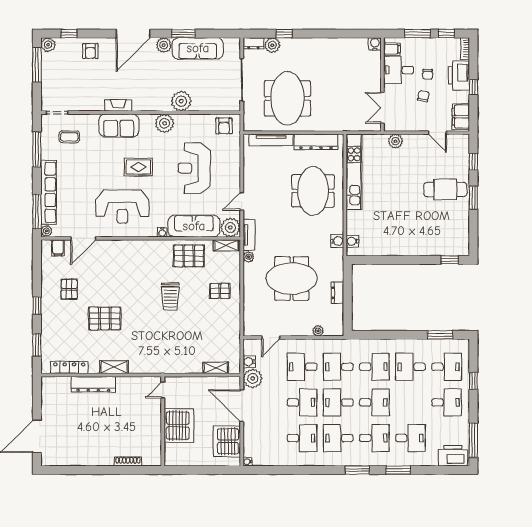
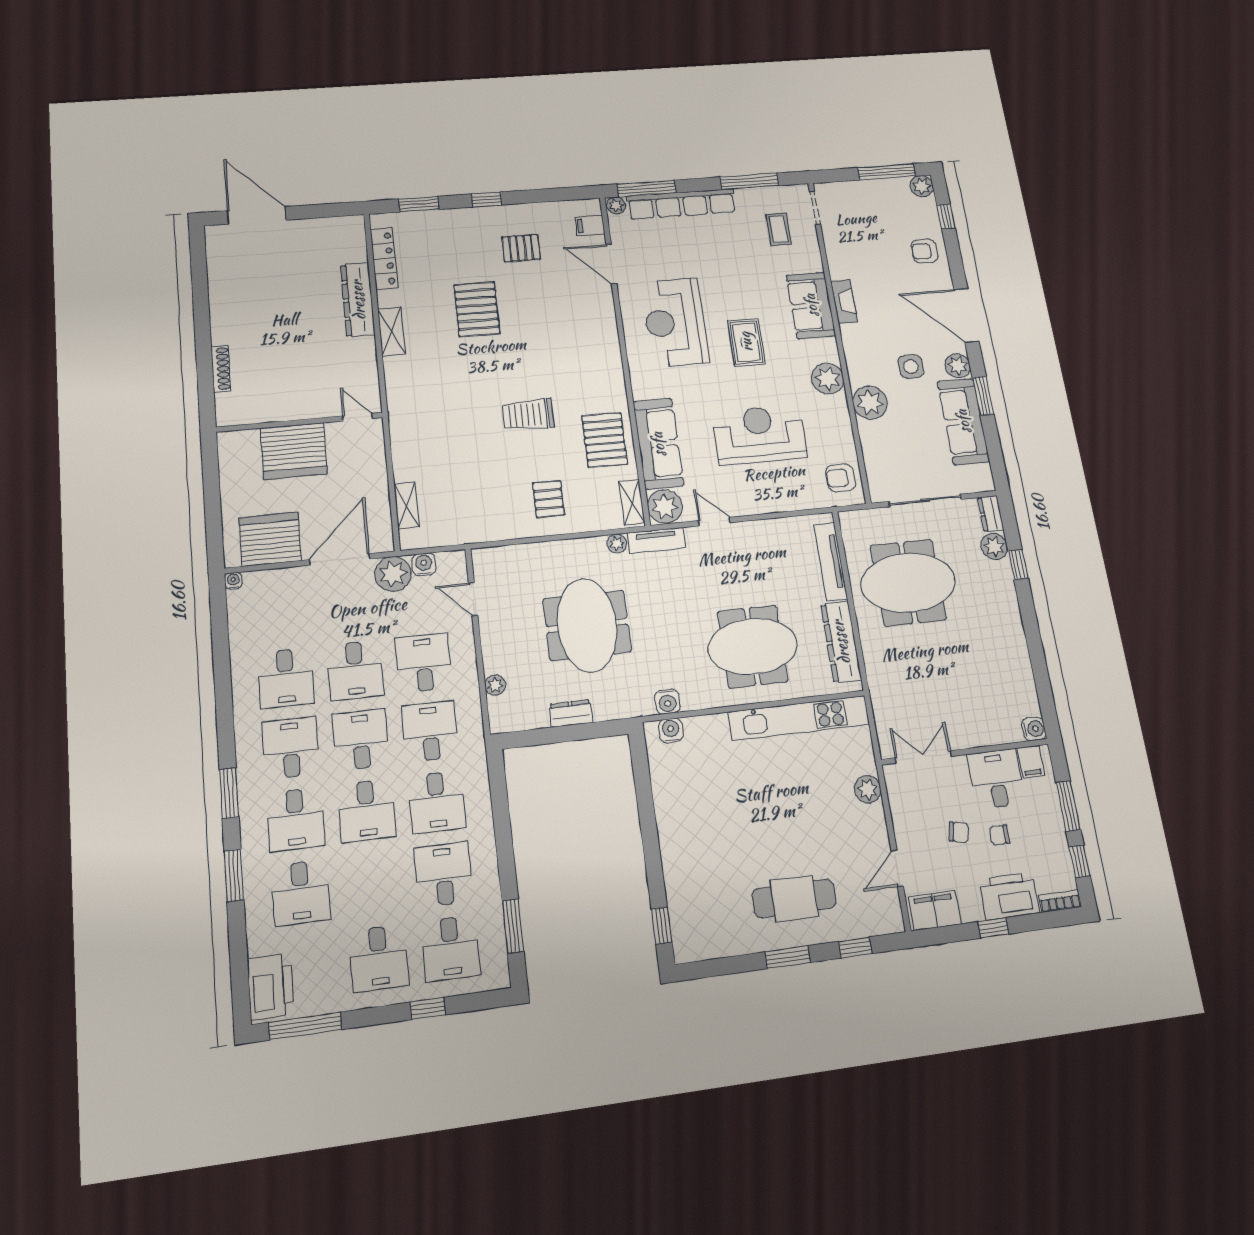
side table: (162, 73) -> (911, 367), added
cafe table: (445, 190) -> (794, 898), turned 90
water cooler: (162, 232) -> (640, 391), removed

